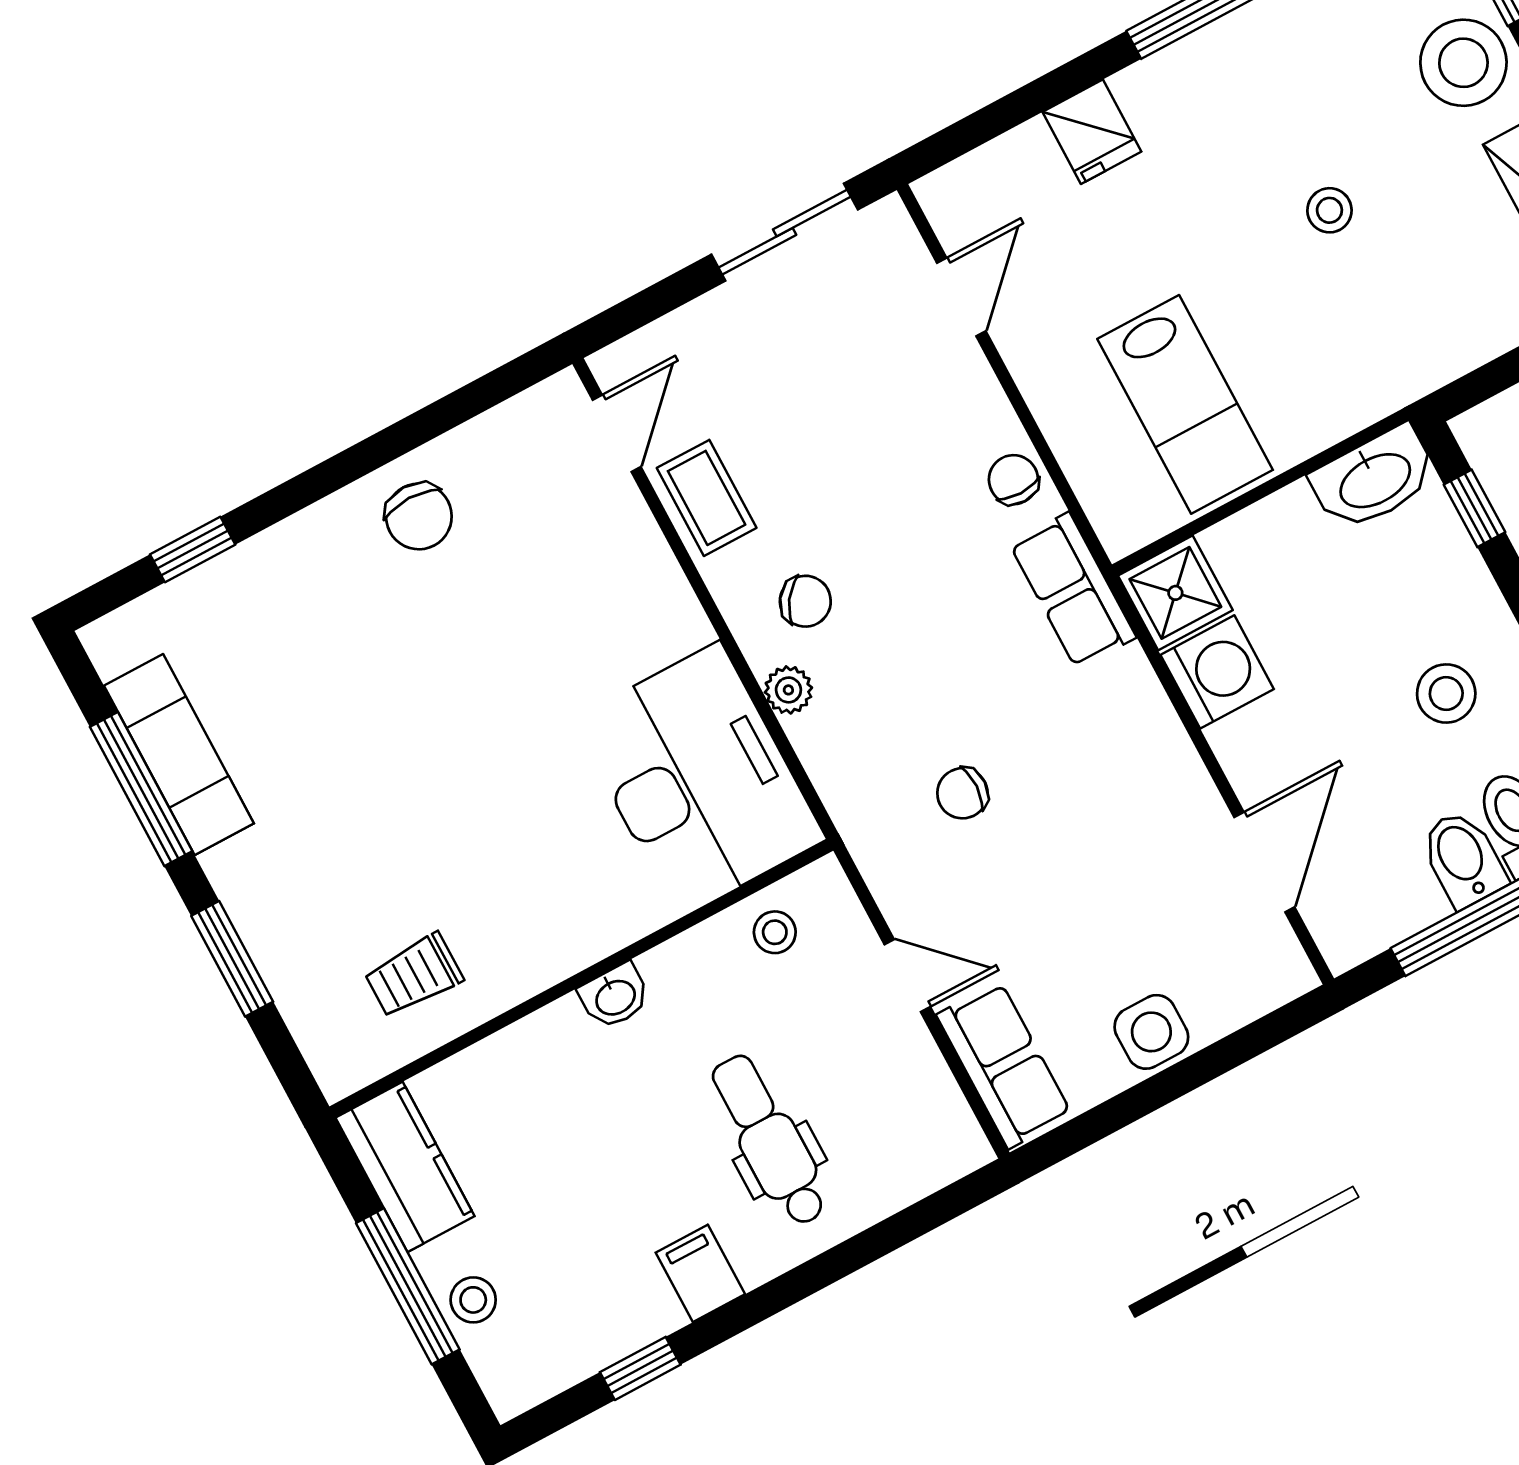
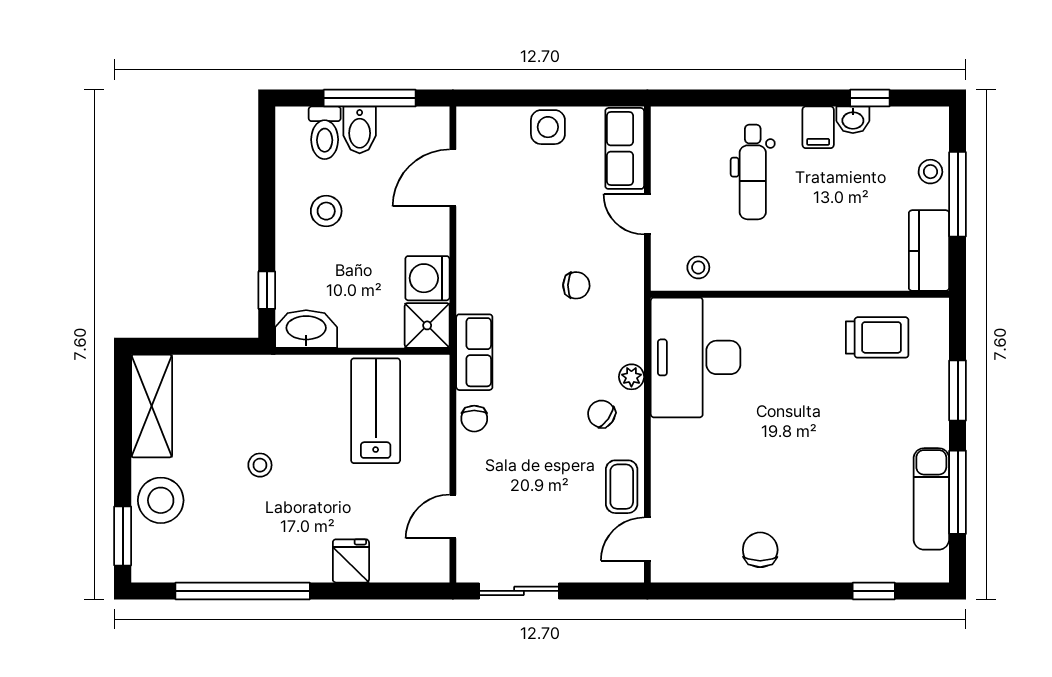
trolley: (414, 975) -> (877, 337), width x1.36, depth x1.39
washbasin: (615, 996) -> (853, 120), moved, turned 180

